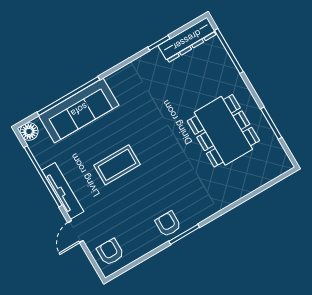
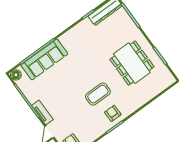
coffee table: (117, 165) -> (98, 94), moved
tv unit: (63, 191) -> (42, 112), width x0.71
armchair: (168, 224) -> (113, 113), moved

